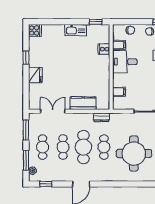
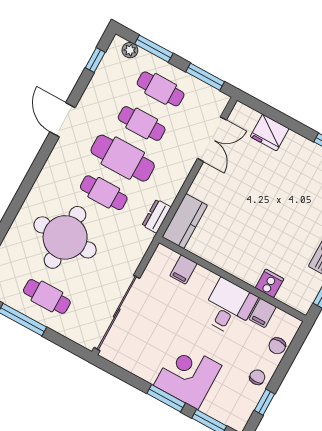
fridge: (35, 75) -> (270, 133), moved
kitchen counter: (83, 103) -> (185, 221), moved

